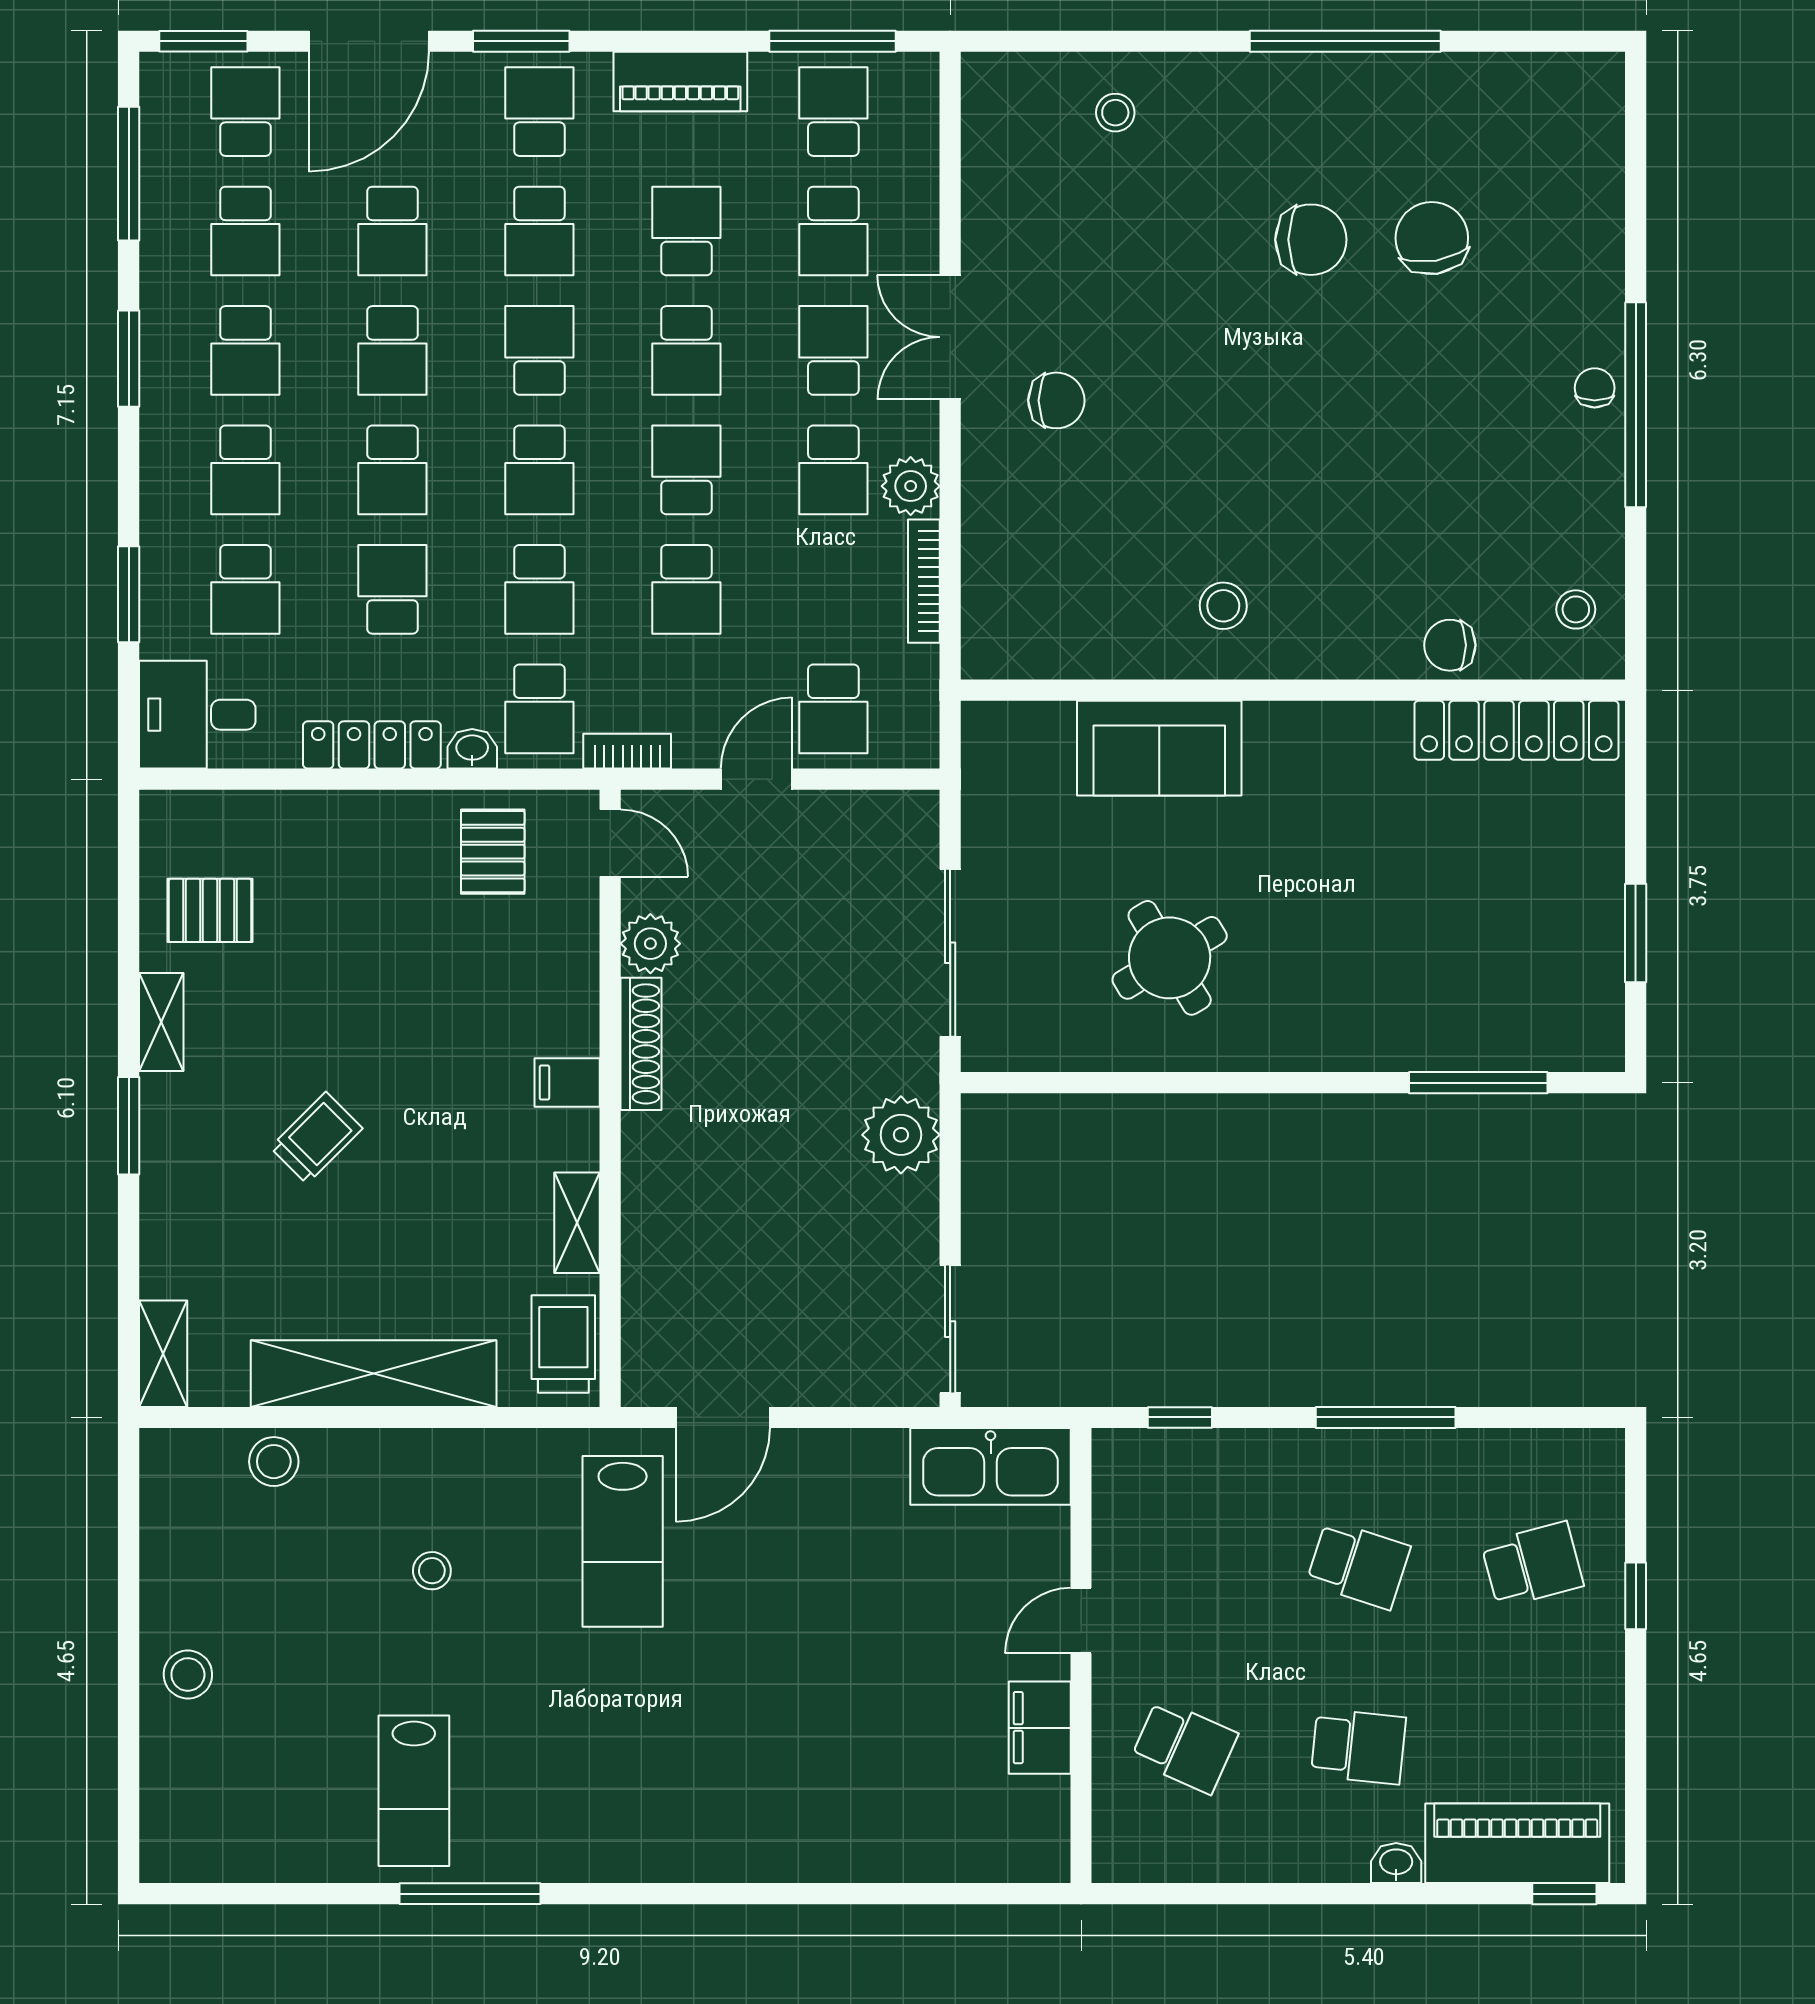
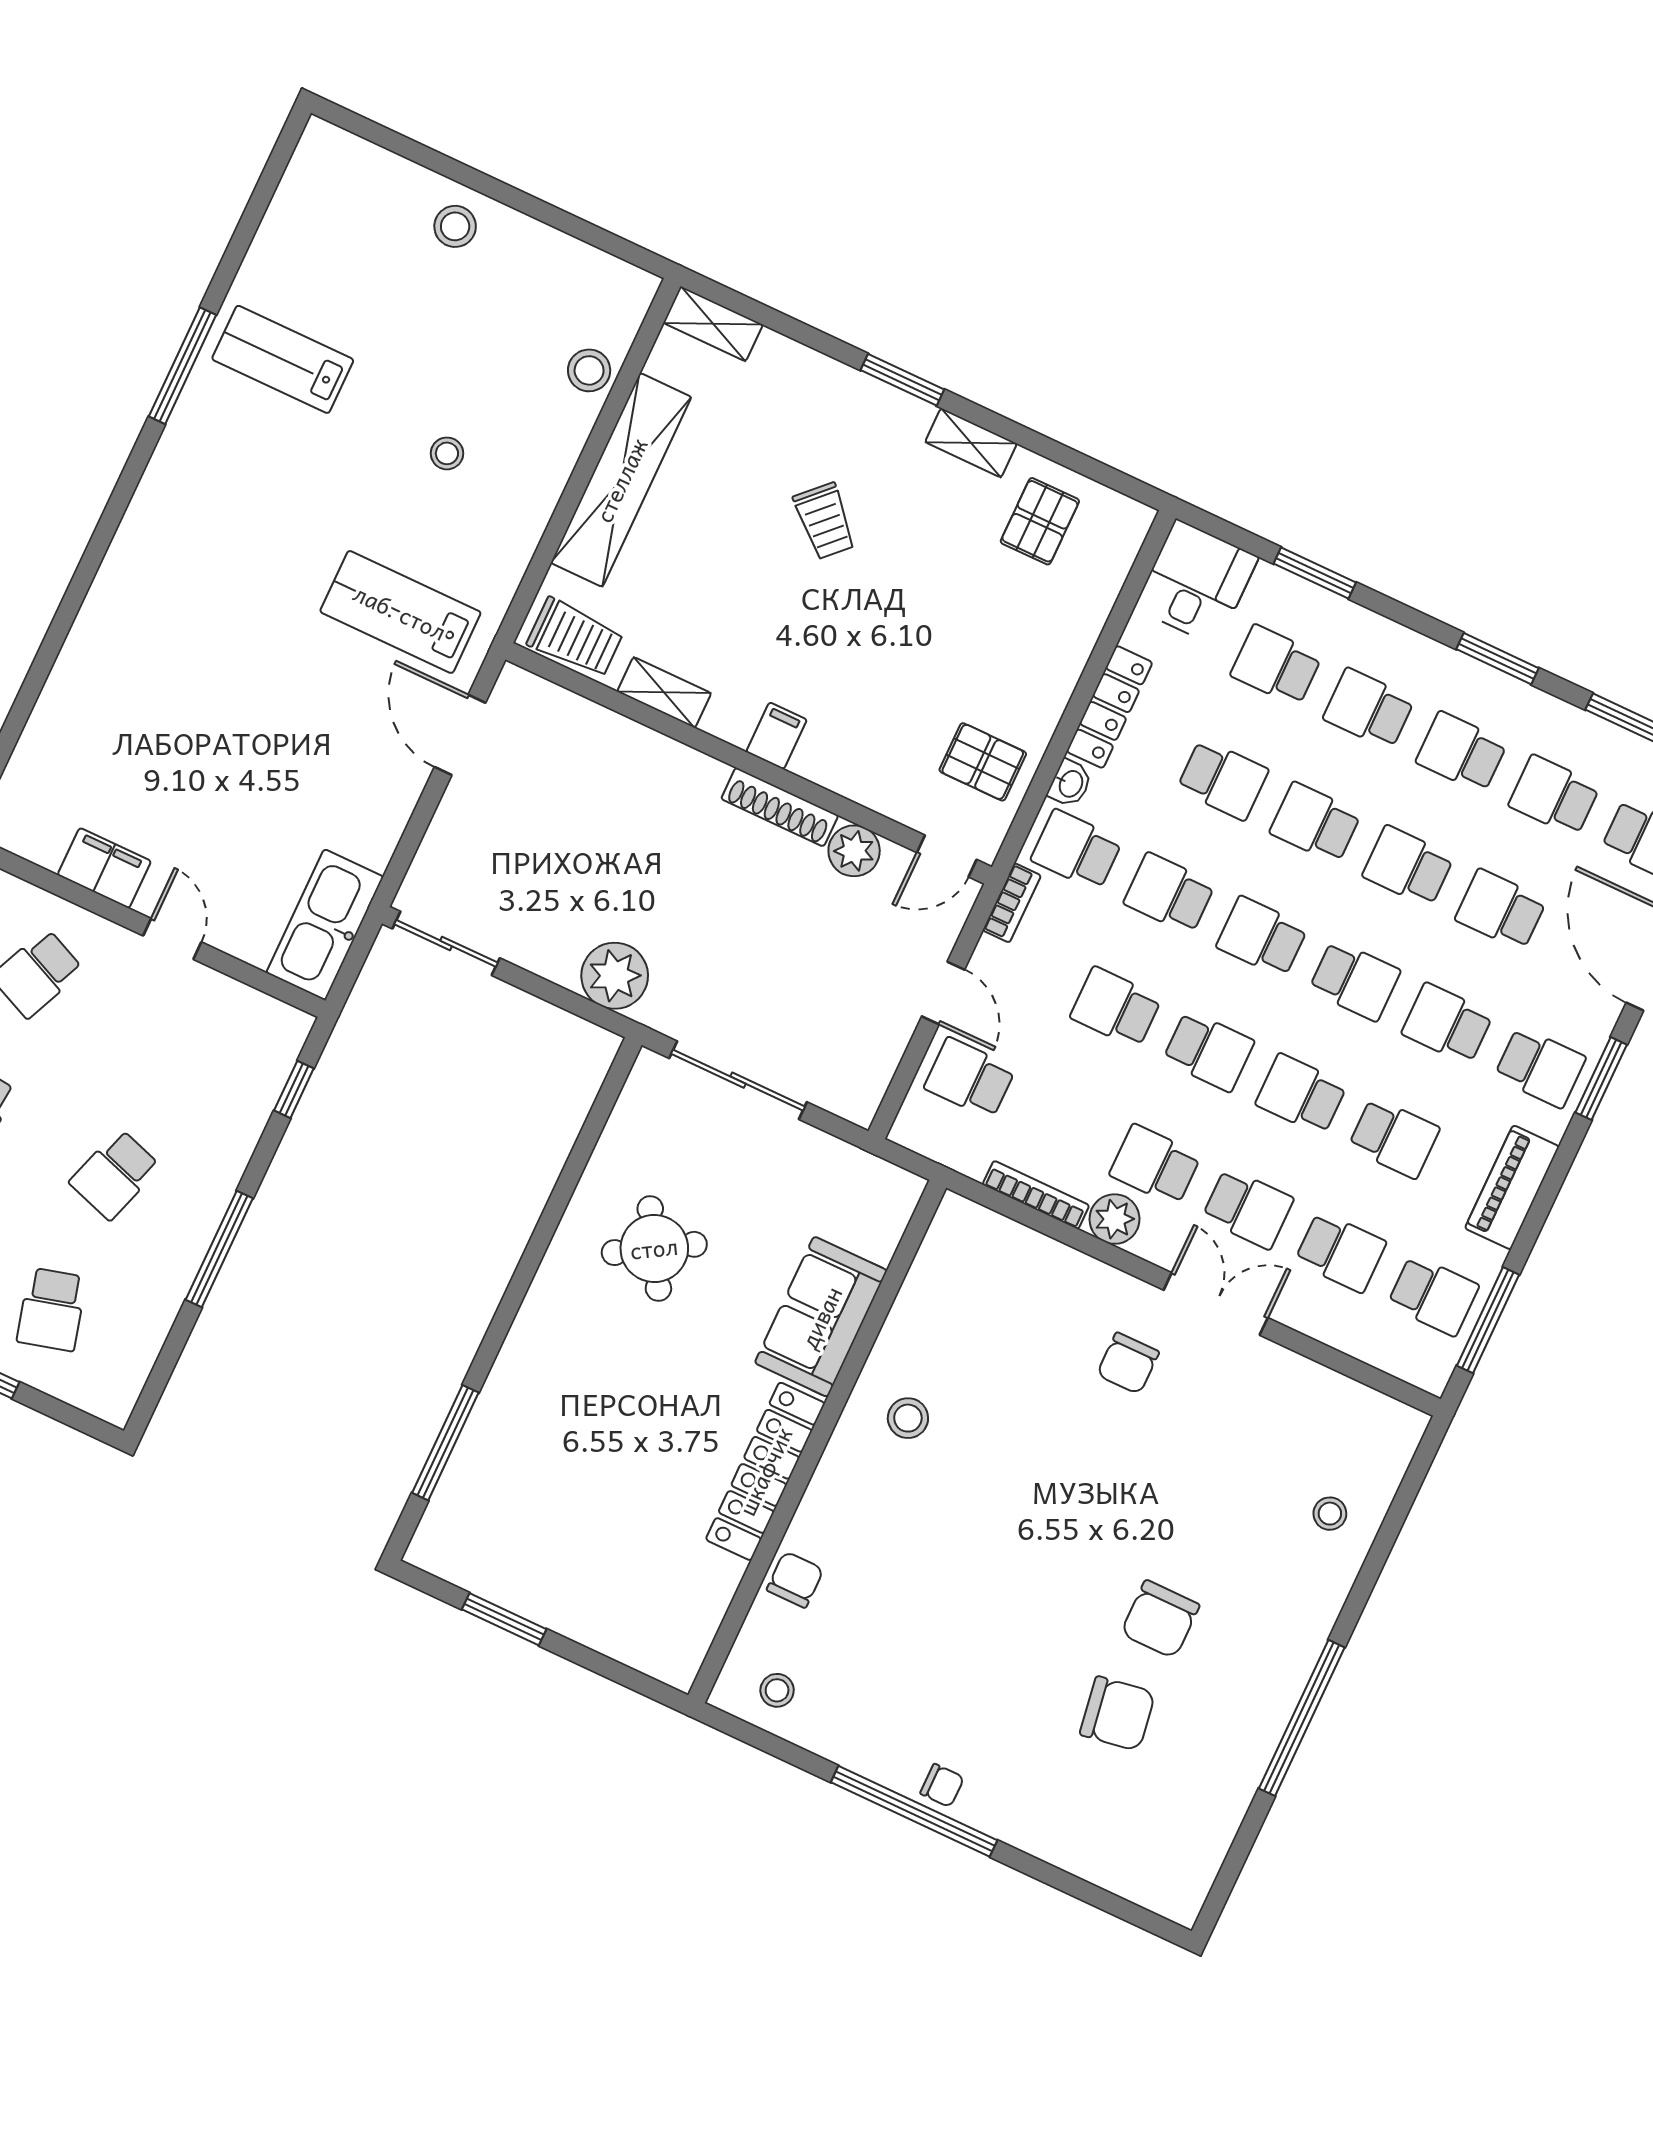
school desk: (833, 231) -> (1340, 1252), turned 180
locker: (1516, 730) -> (765, 1471), moved

